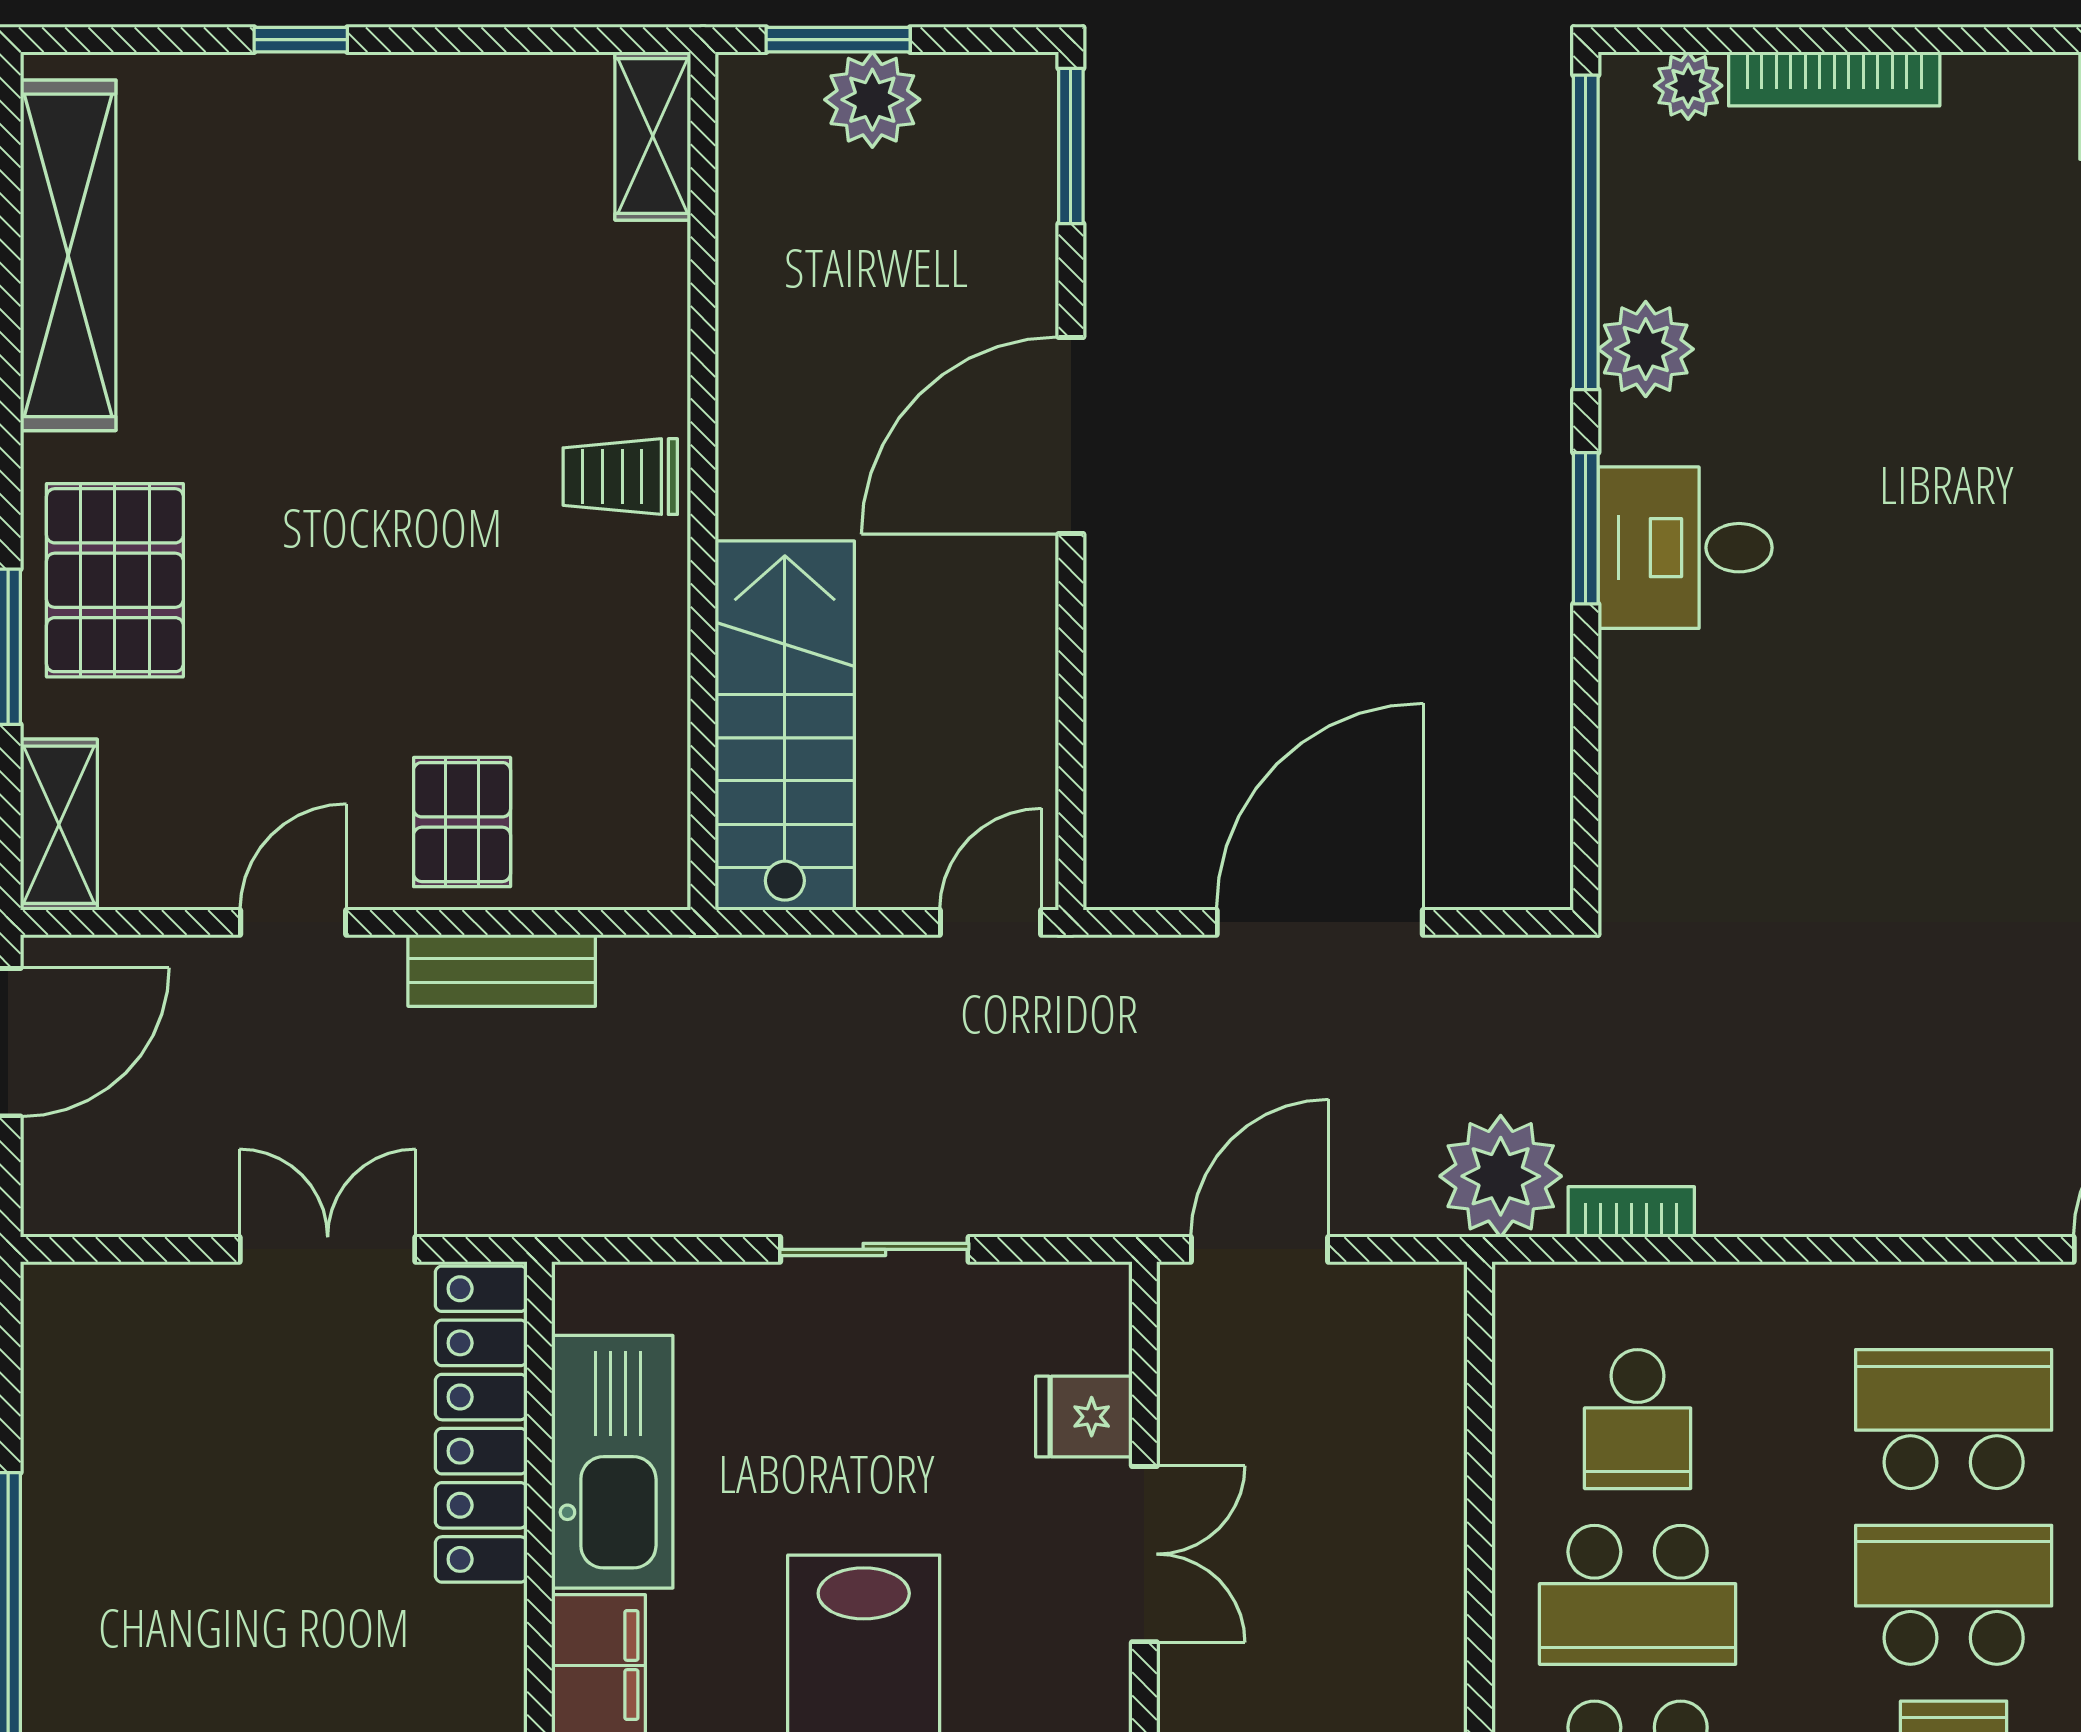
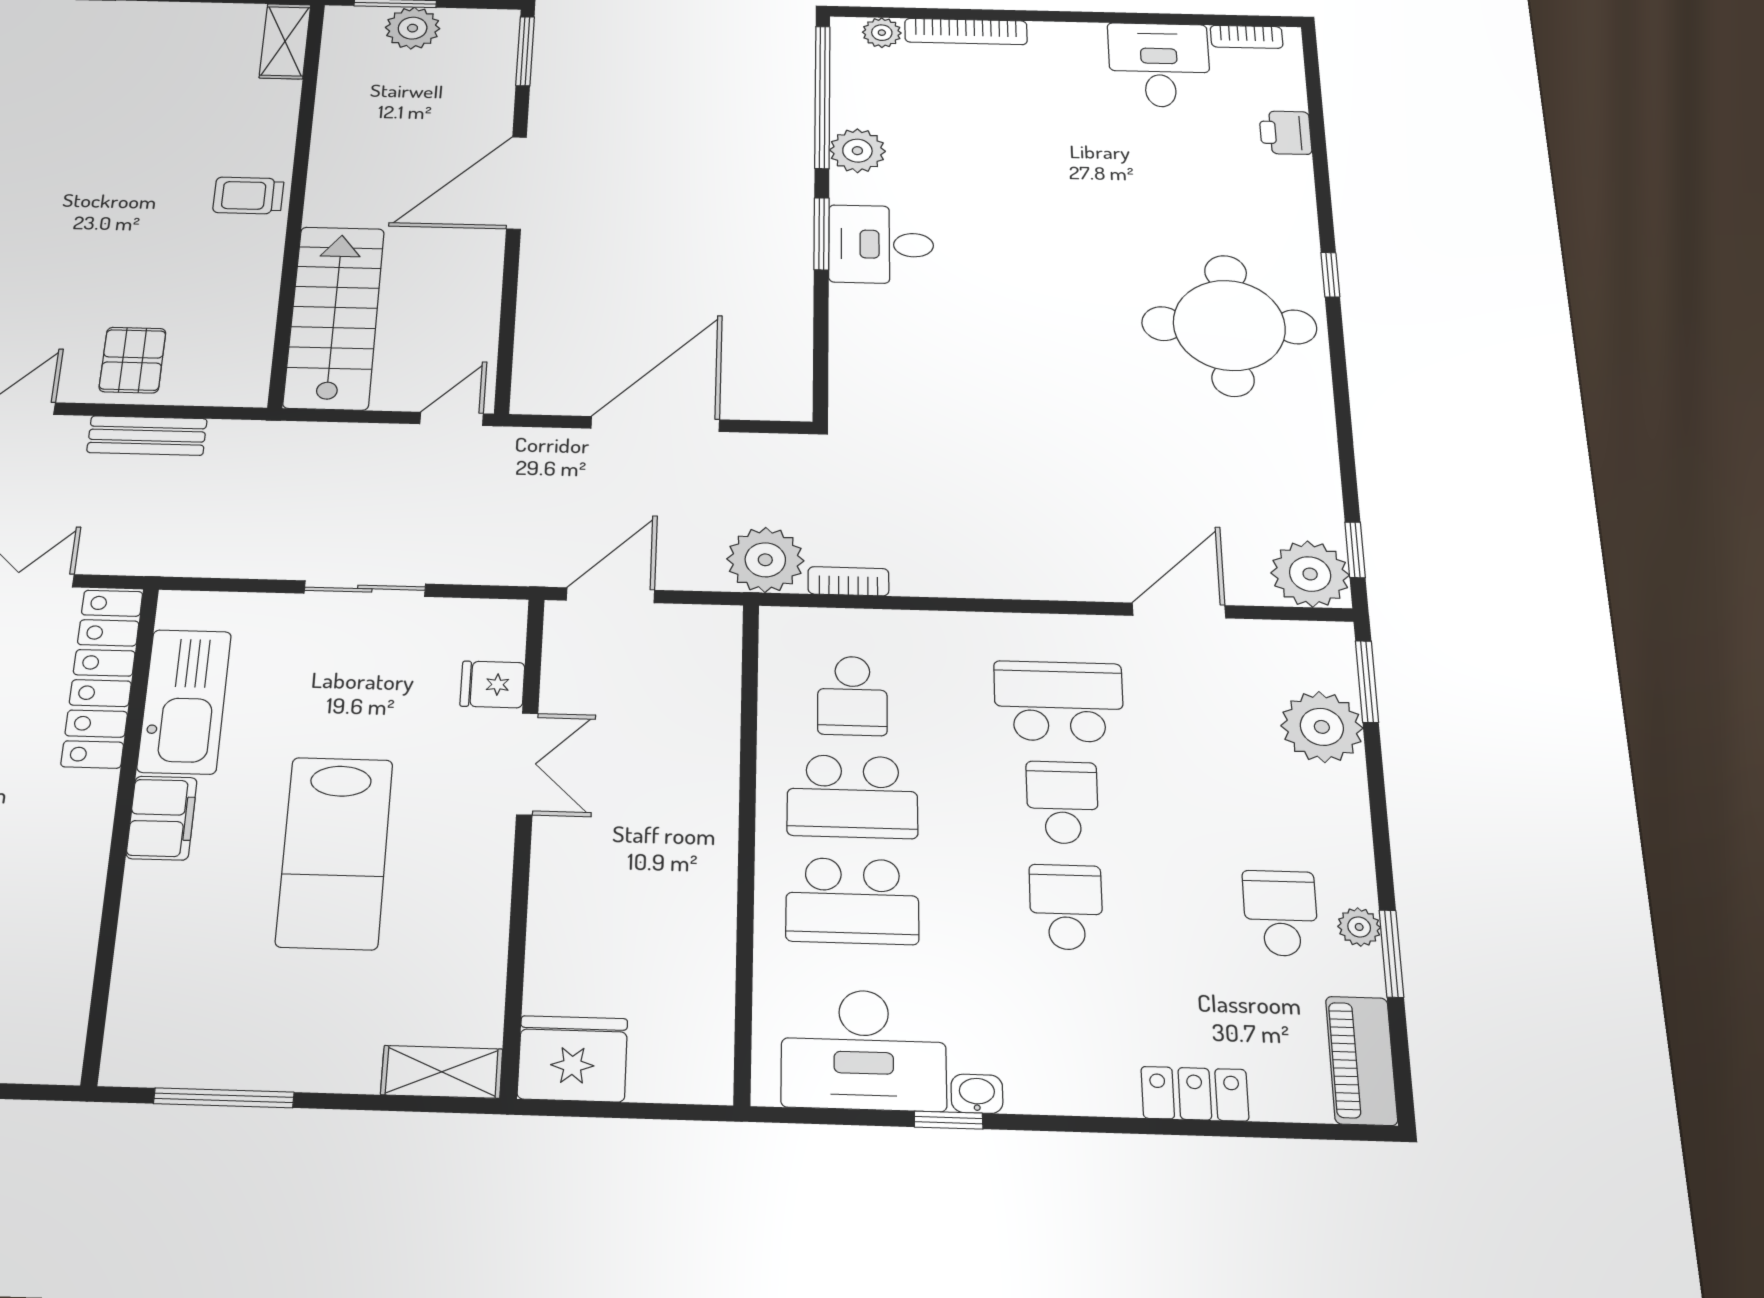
school desk: (1954, 1595) -> (1062, 802), width x0.54

